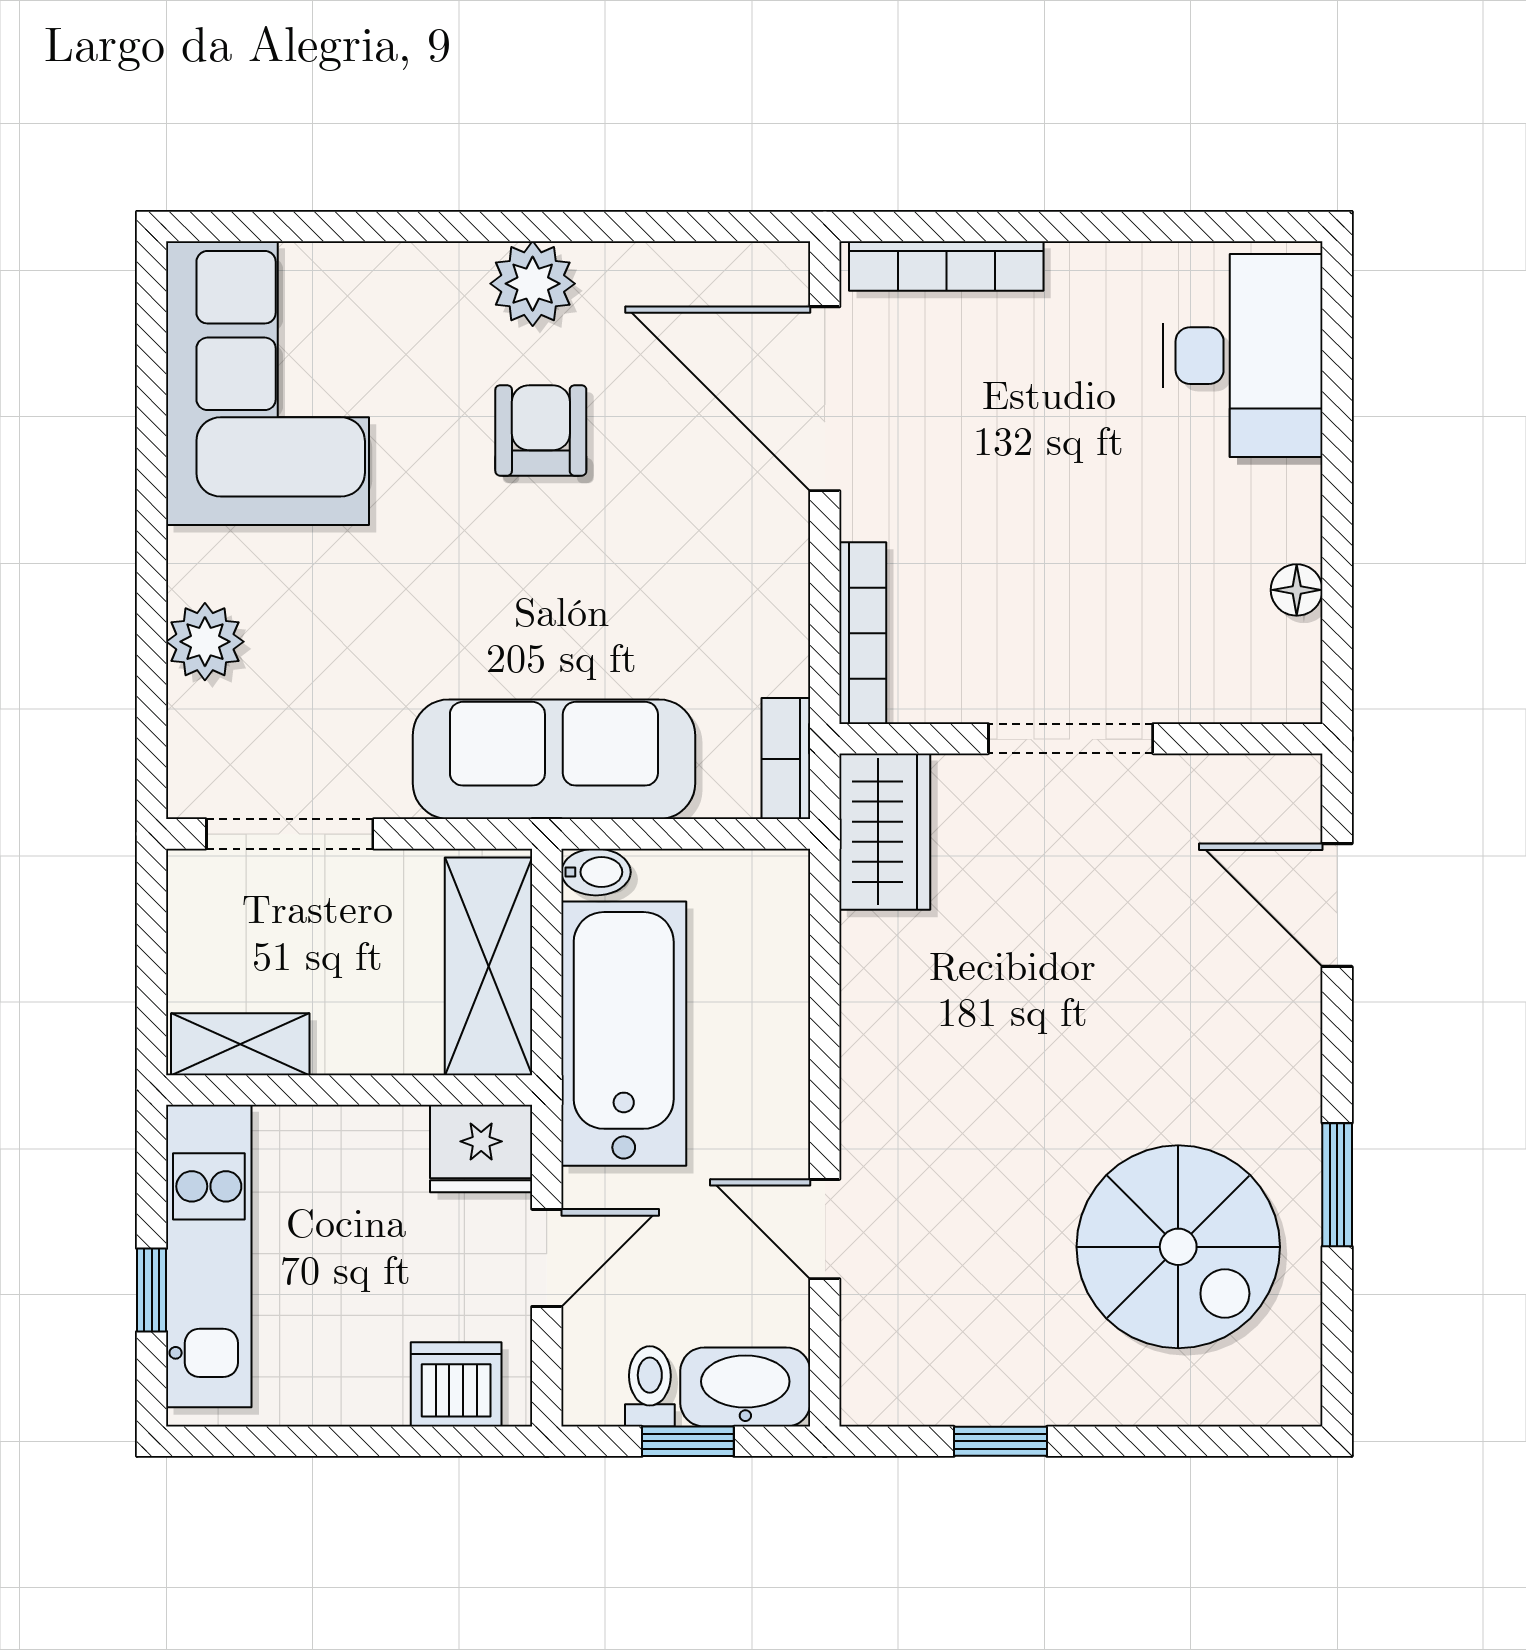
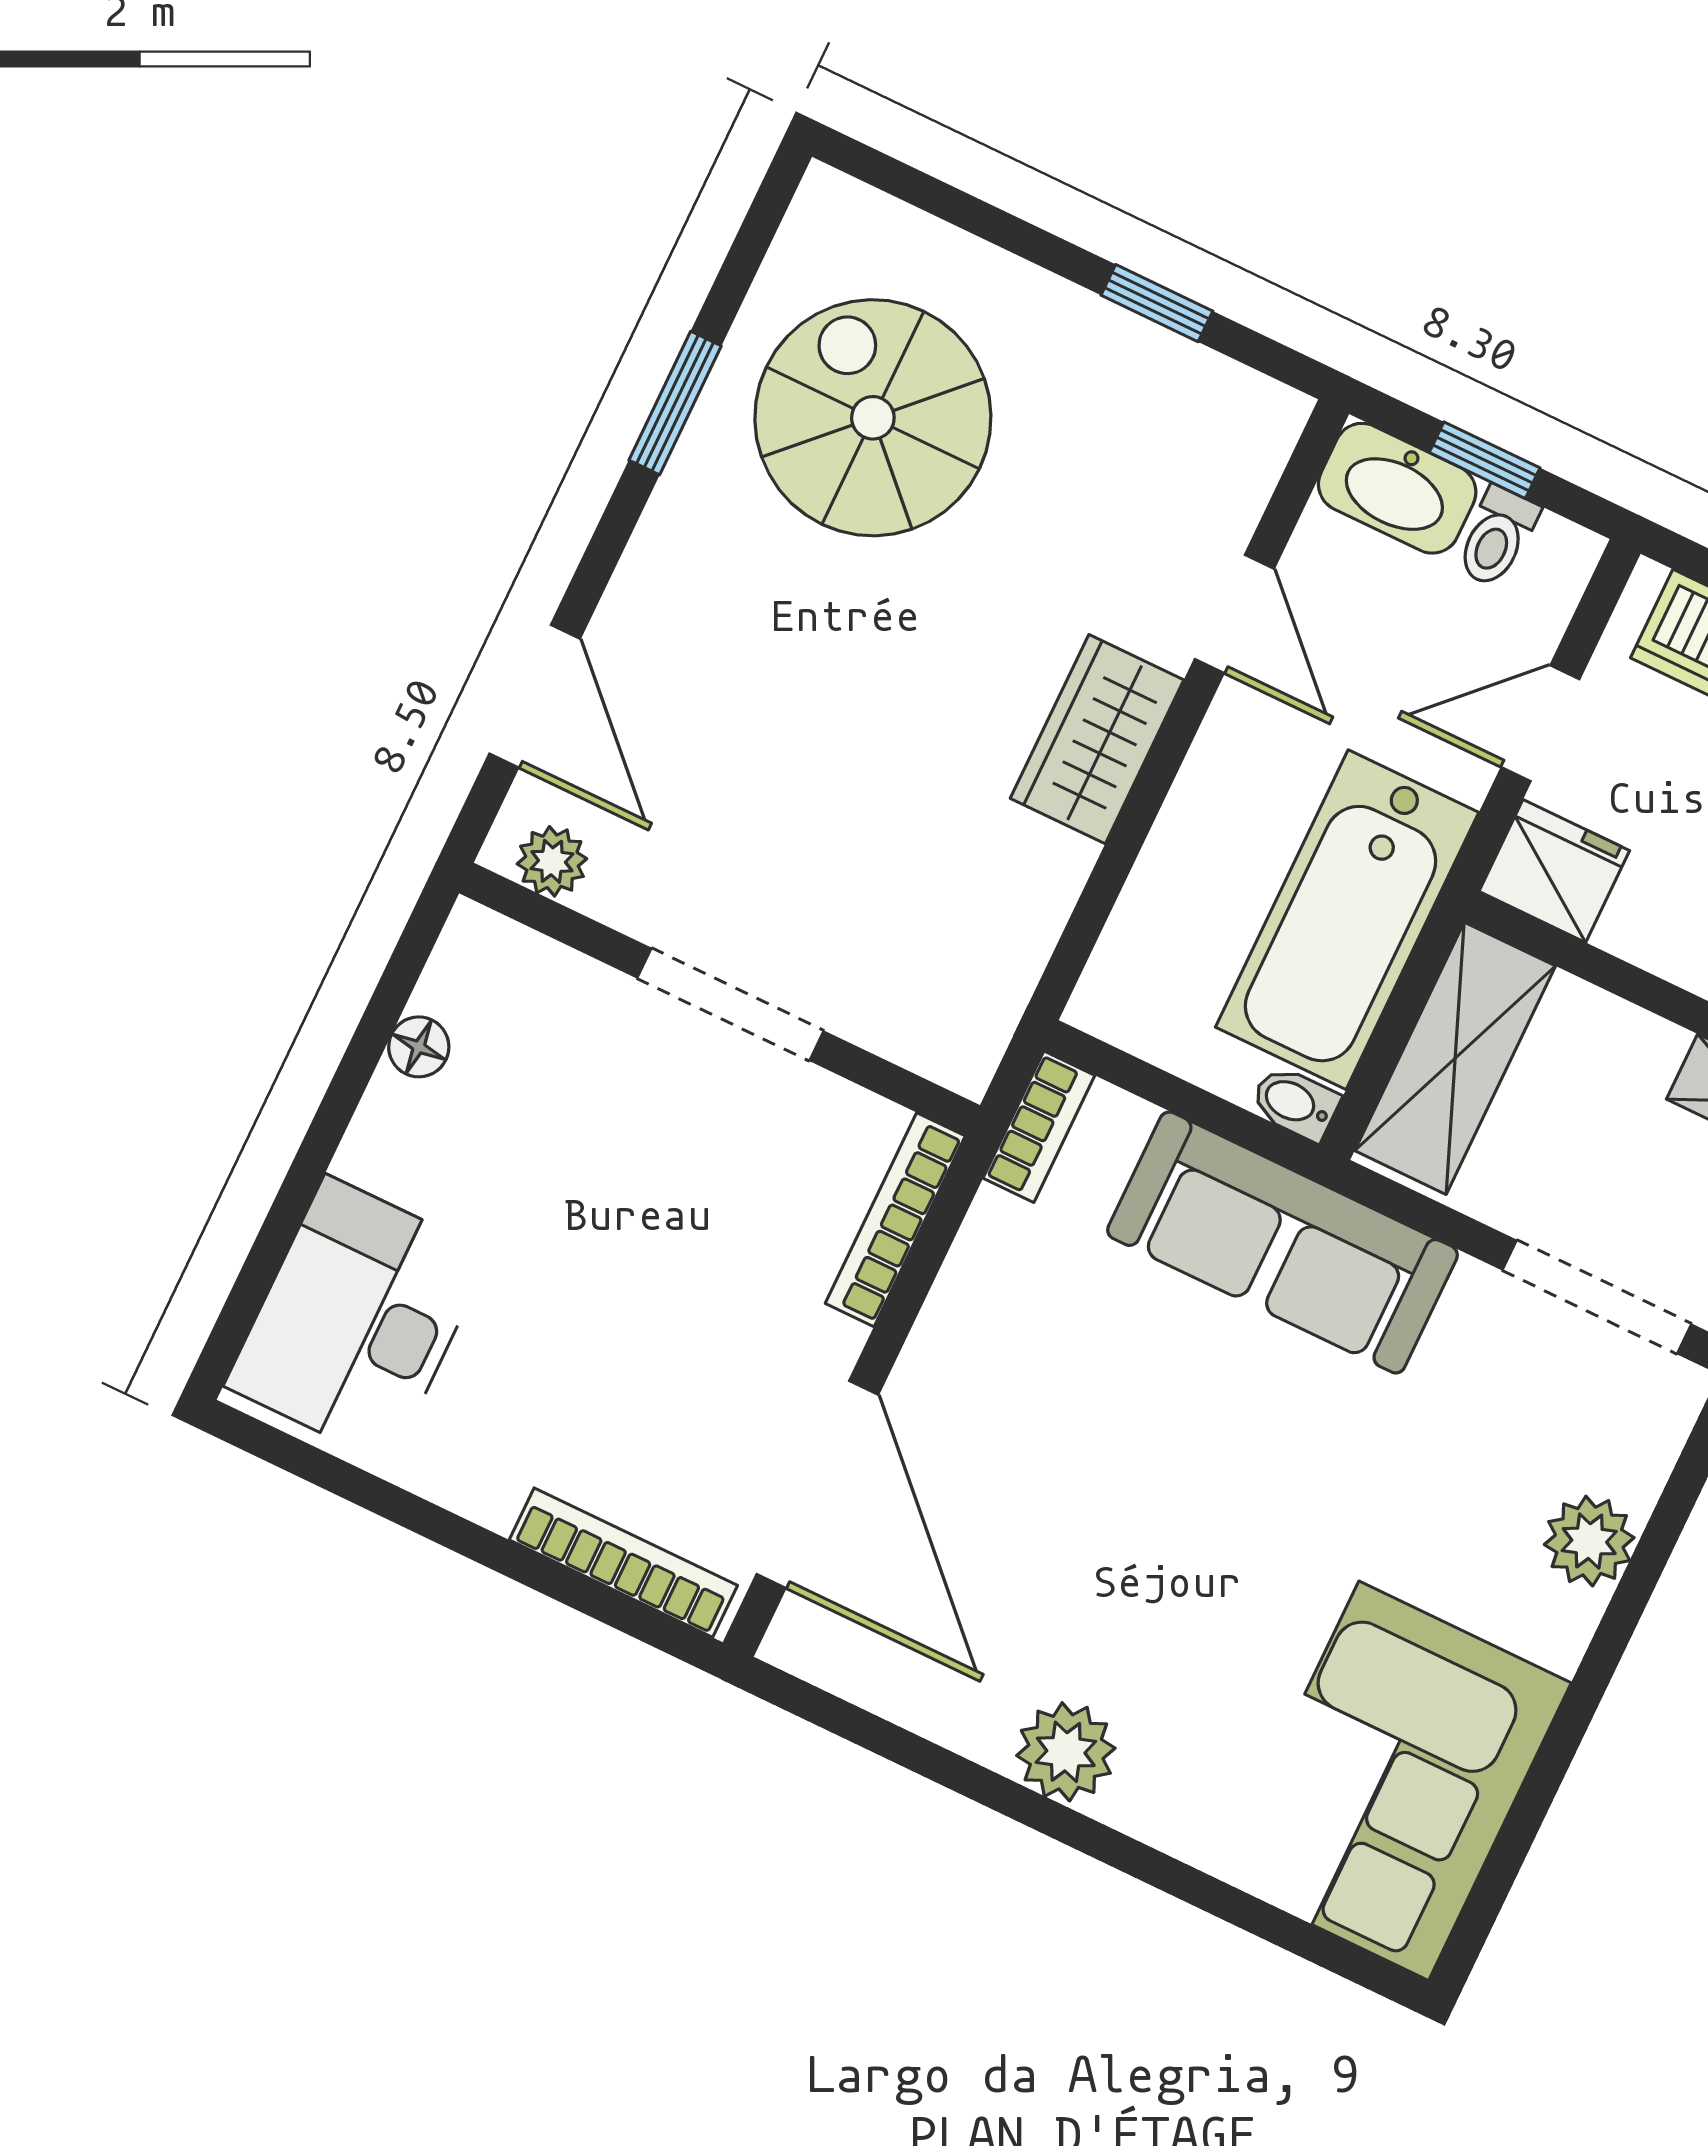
armchair: (541, 430) -> (1131, 1594), removed
plant: (1262, 783) -> (552, 861), added
wardrobe: (885, 832) -> (1097, 739), moved

